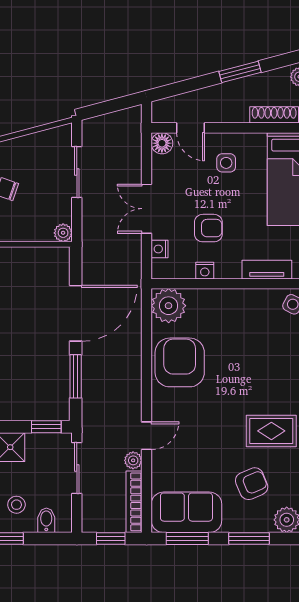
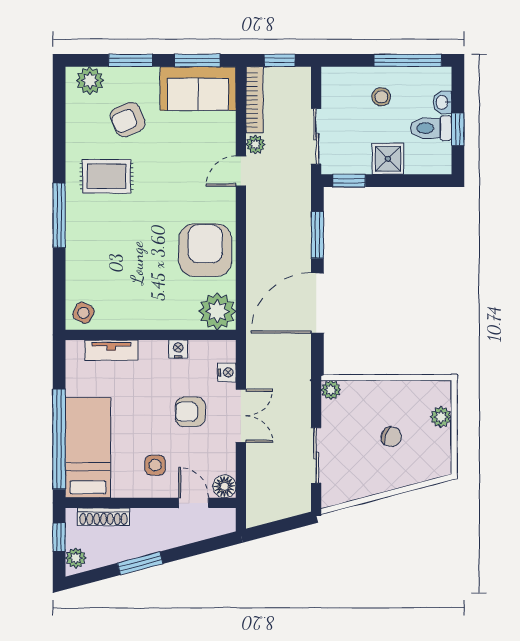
armchair: (208, 228) -> (190, 412), moved
armchair: (180, 362) -> (205, 250), turned 180
bidet: (46, 520) -> (349, 80), removed

